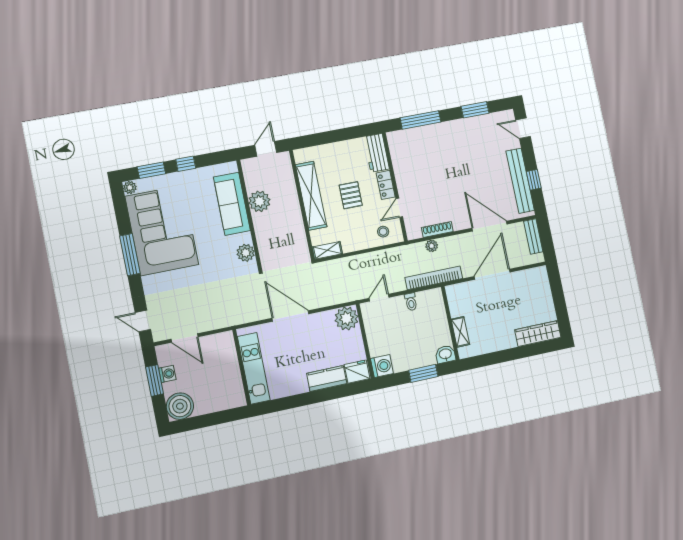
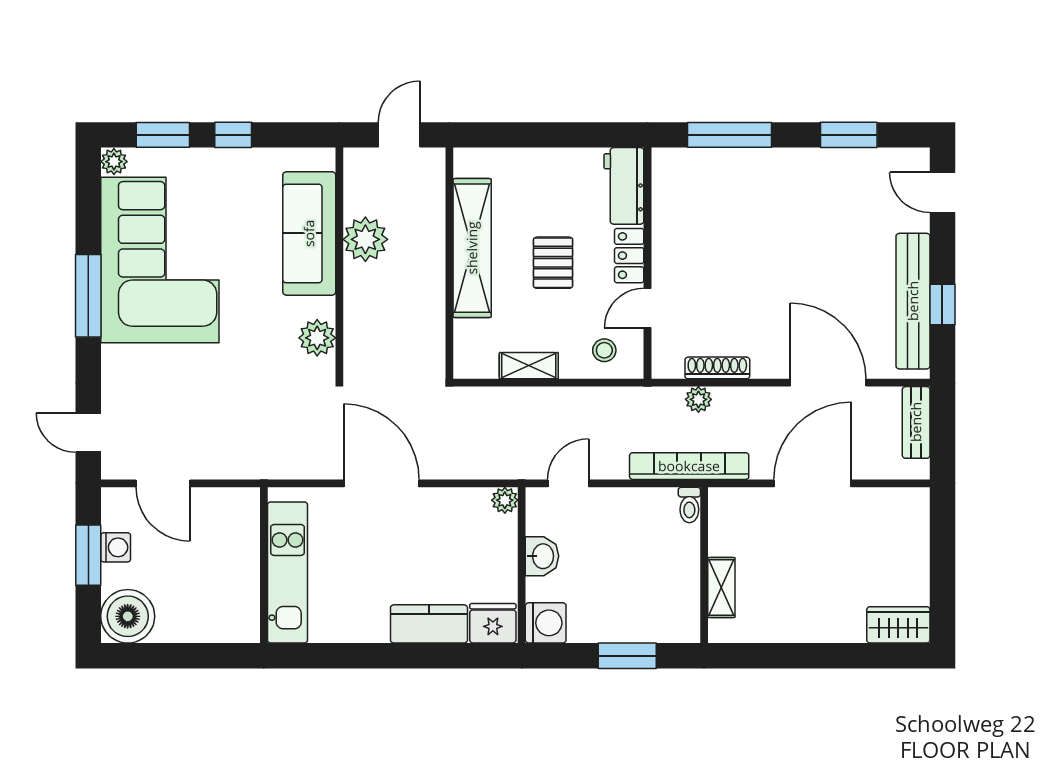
shelving: (327, 250) -> (529, 366), moved
toilet: (411, 302) -> (689, 505), moved
plant: (347, 318) -> (505, 500), width x0.53, depth x0.53
wardrobe: (538, 334) -> (898, 625), width x0.67
washbasin: (445, 354) -> (542, 556), moved, turned 90

